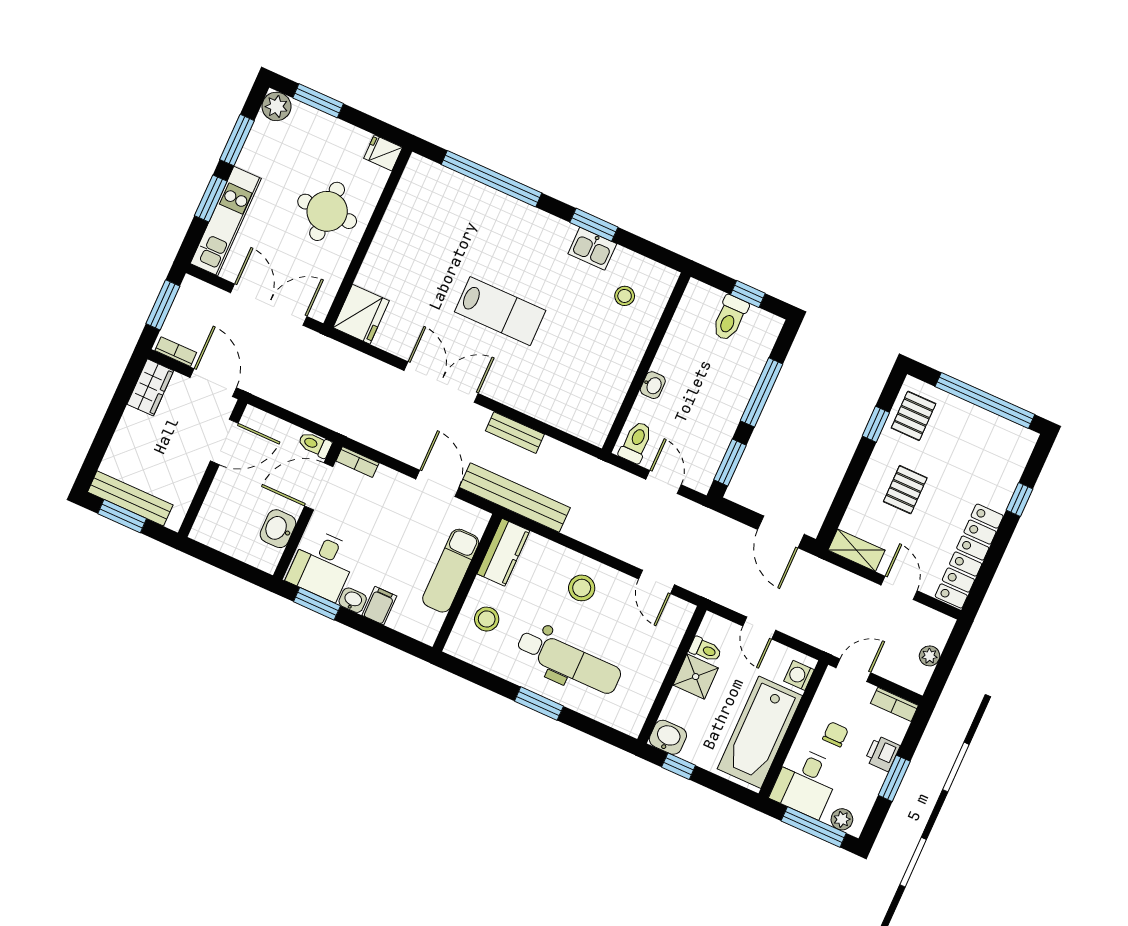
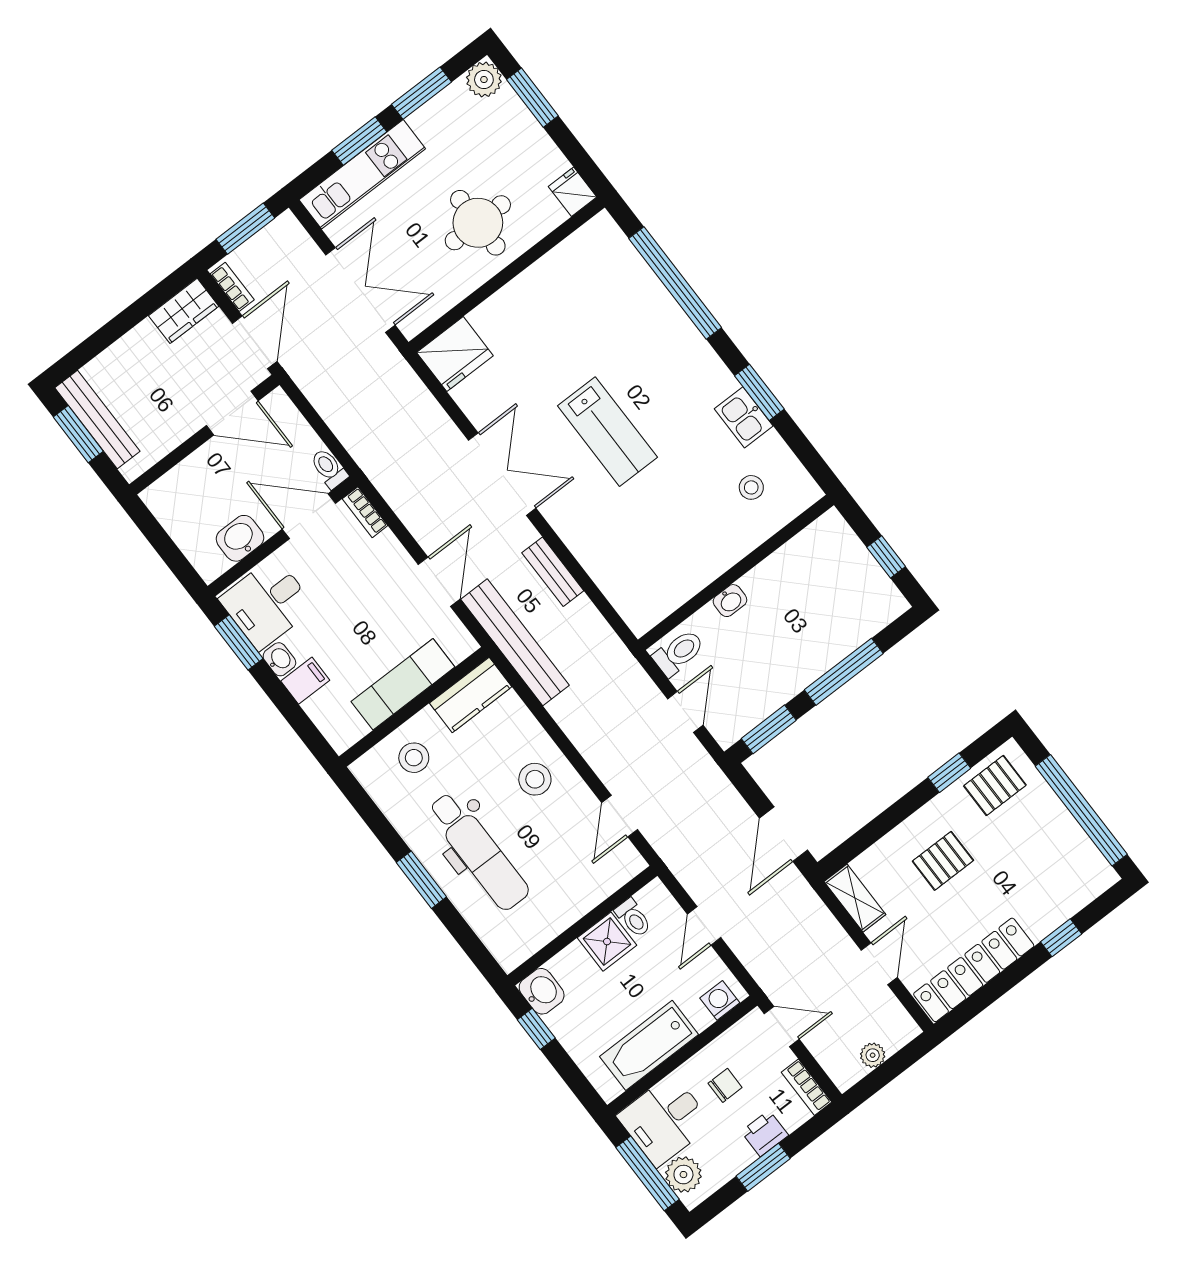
toilet: (730, 318) -> (852, 573), removed
bathtub: (760, 732) -> (649, 1045), width x0.73, depth x0.73
plant: (842, 819) -> (683, 1175), width x1.38, depth x1.38

